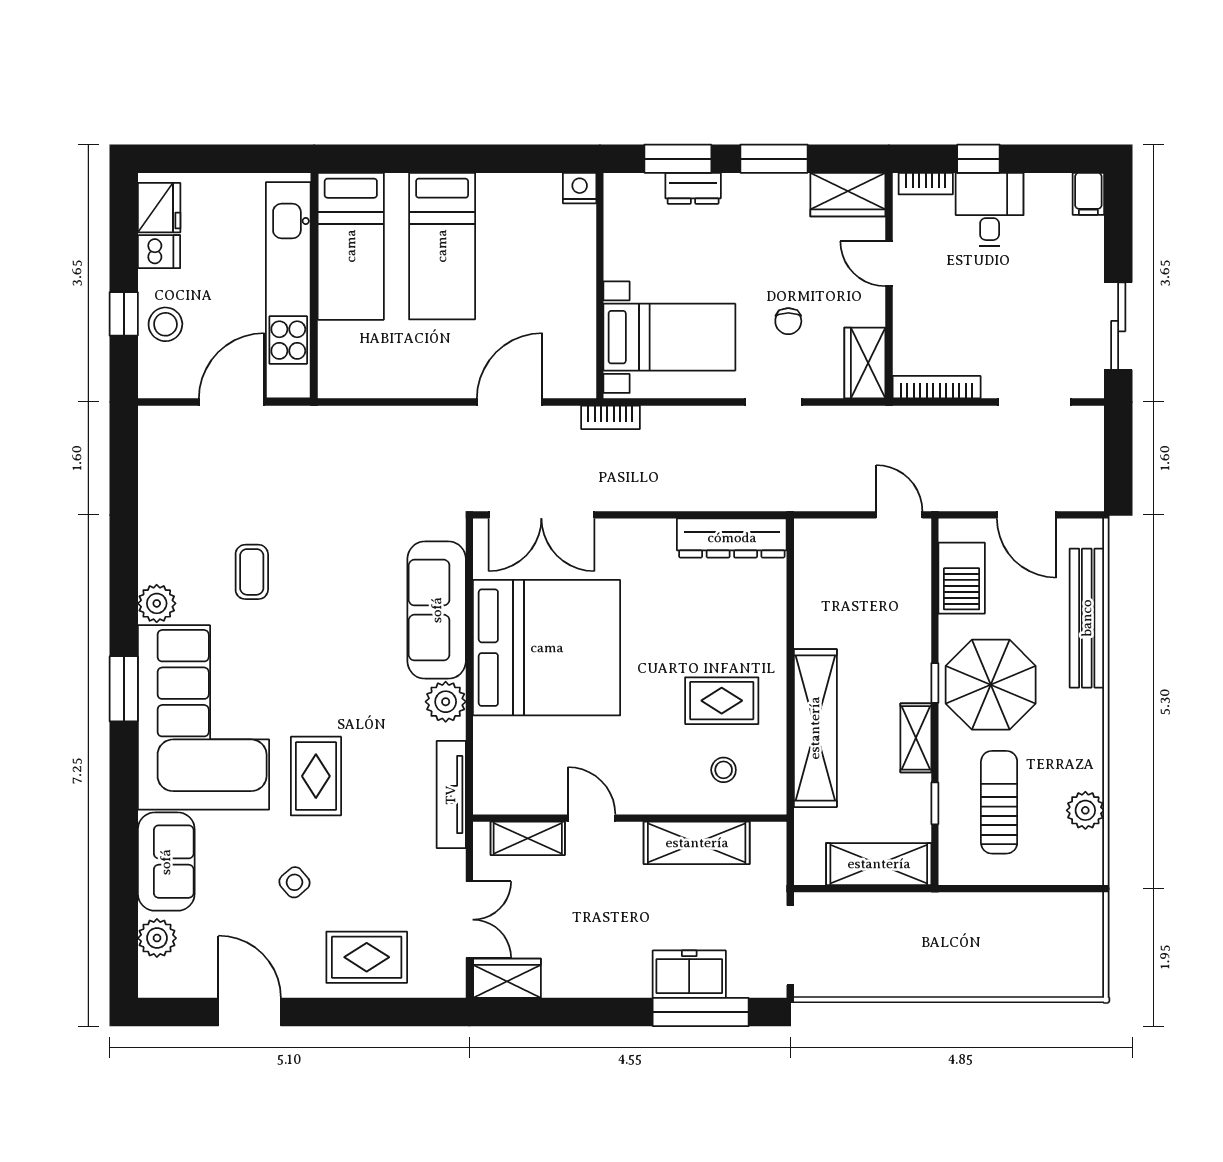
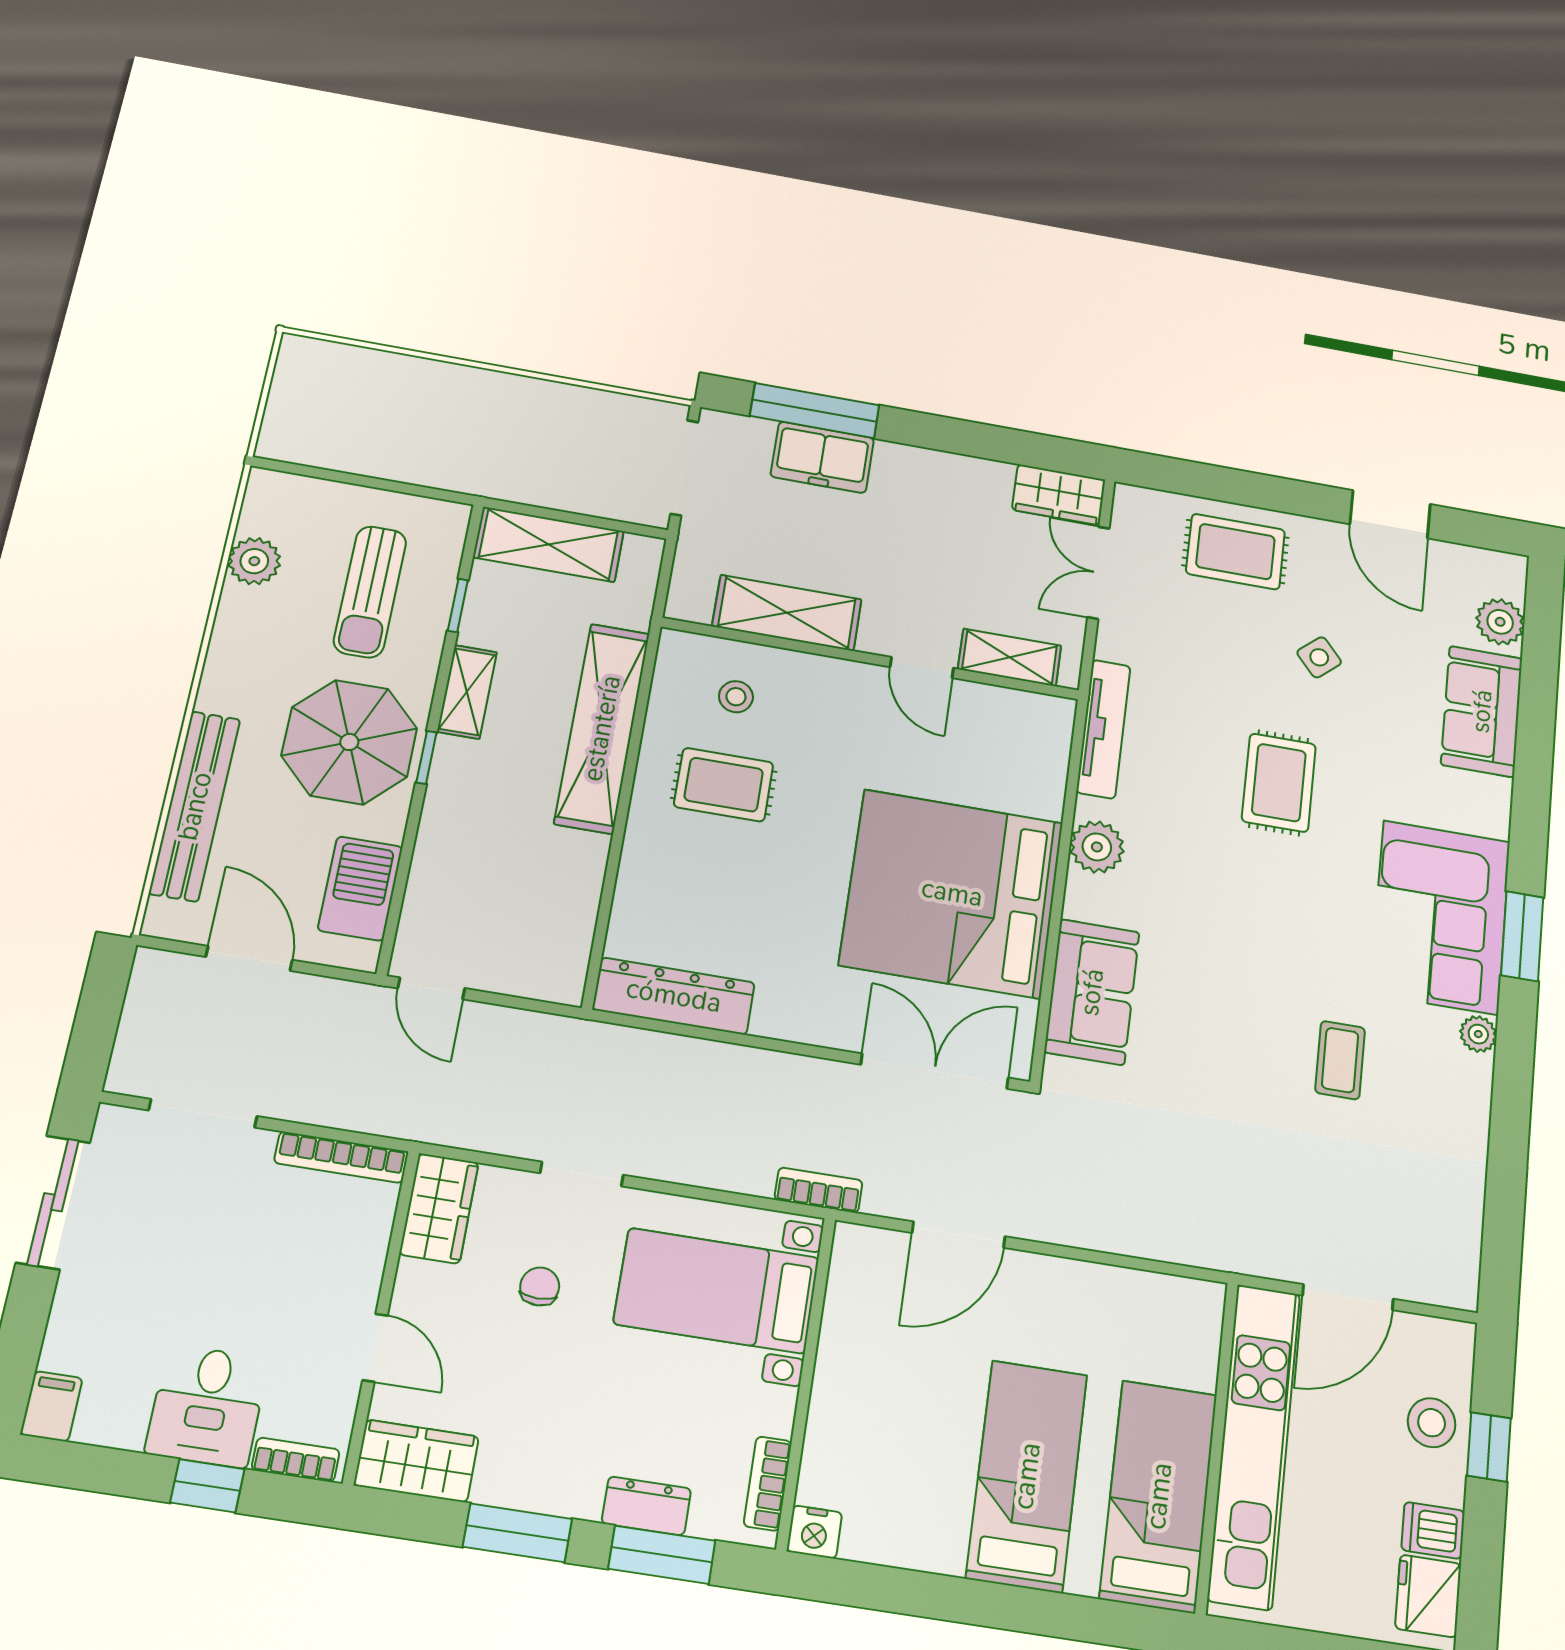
bookcase: (615, 215) -> (768, 1484), added
plant: (157, 603) -> (1478, 1034), width x0.73, depth x0.73
sofa: (437, 610) -> (1092, 992), width x0.73
corner sofa: (204, 717) -> (1440, 917), width x0.73, depth x0.74

